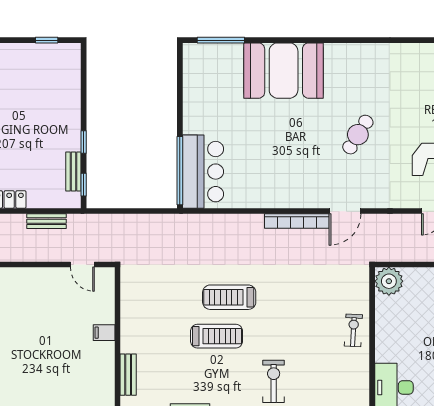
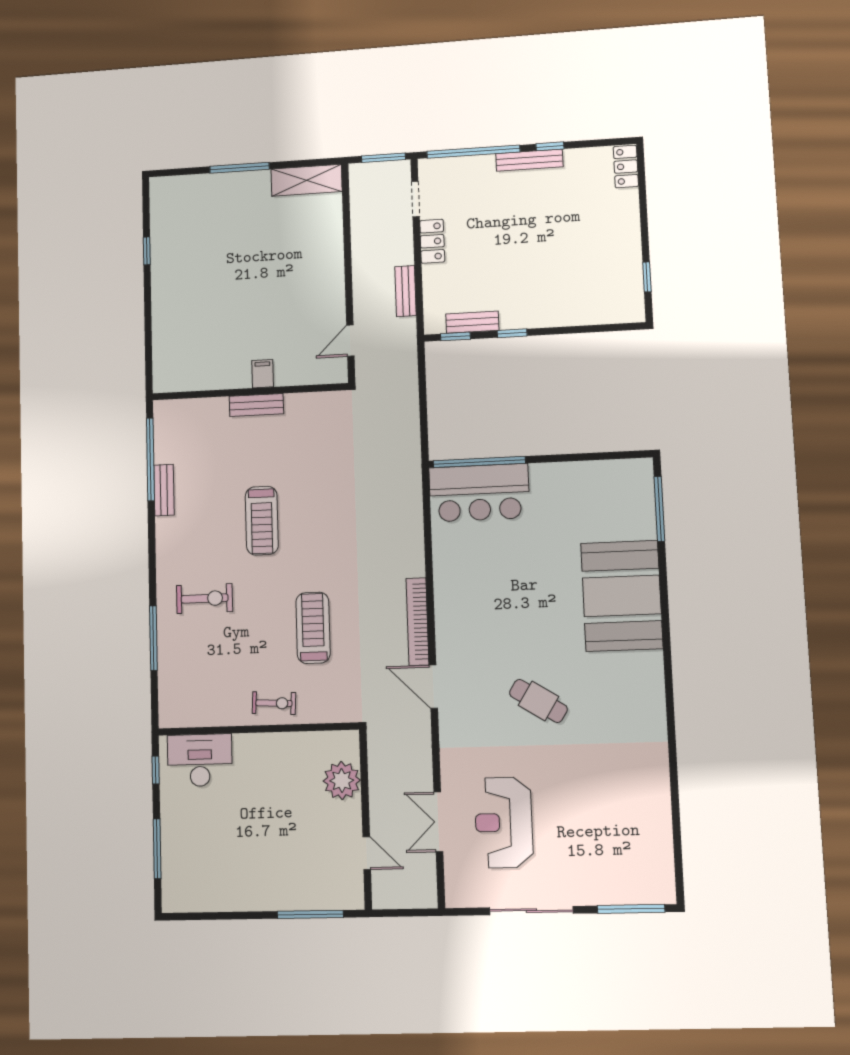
plant: (389, 281) -> (342, 781), moved
treadmill: (229, 297) -> (313, 628), moved
bench: (128, 375) -> (256, 405), moved

